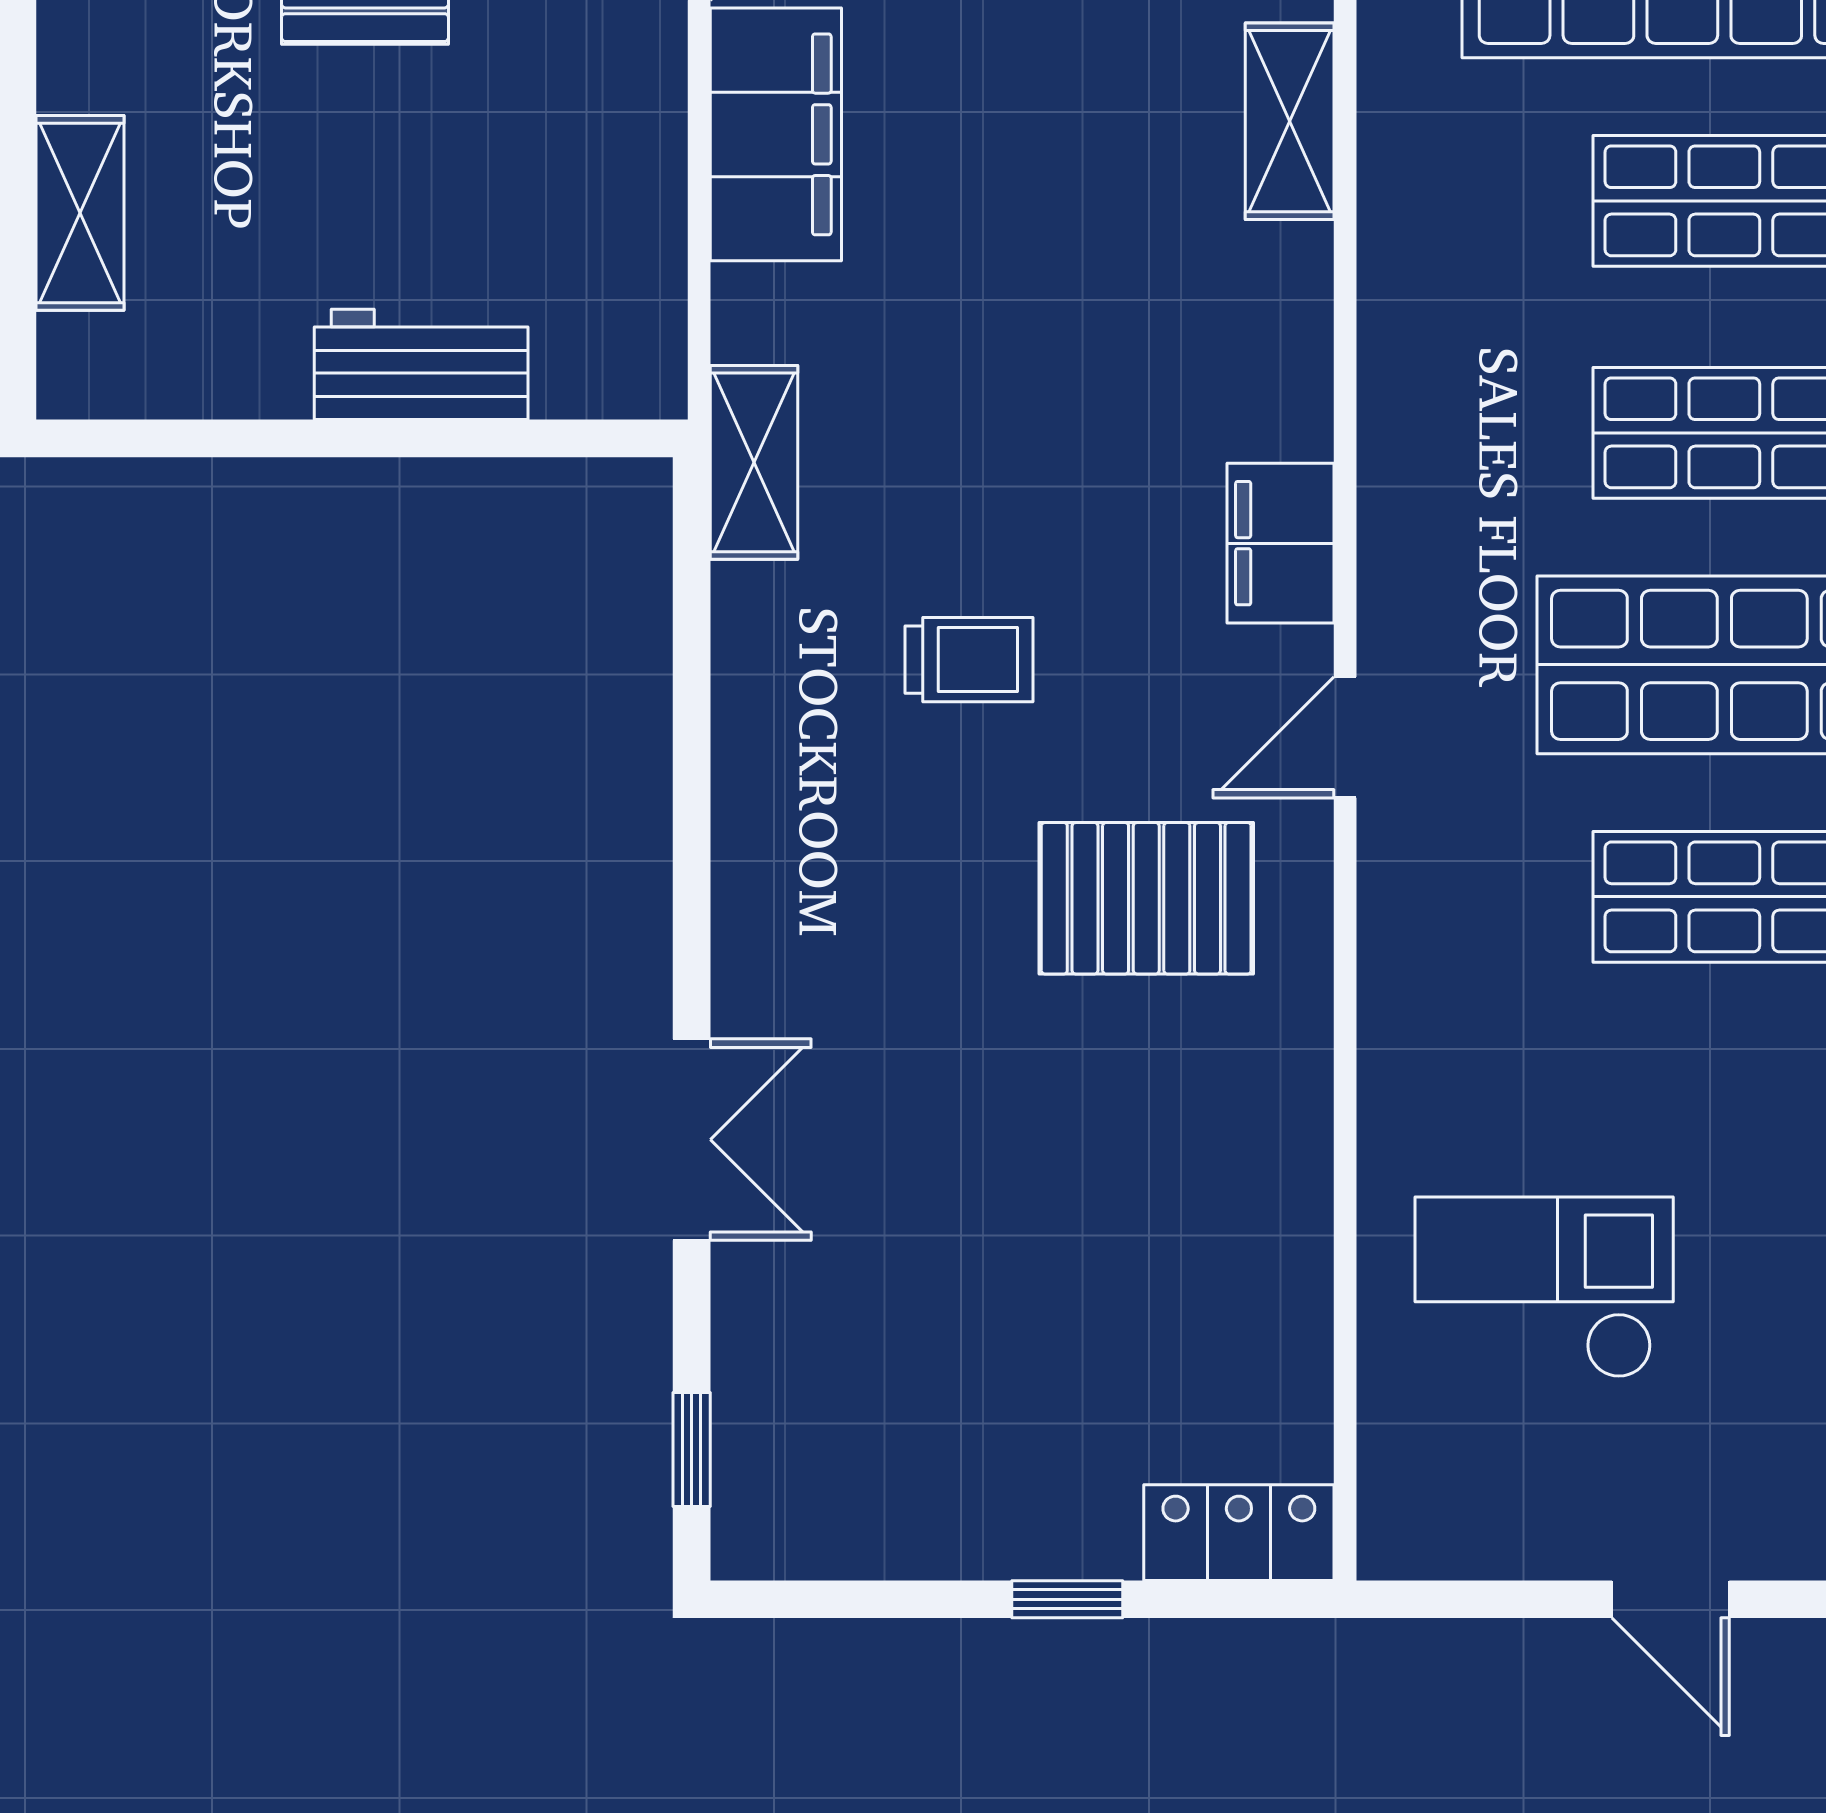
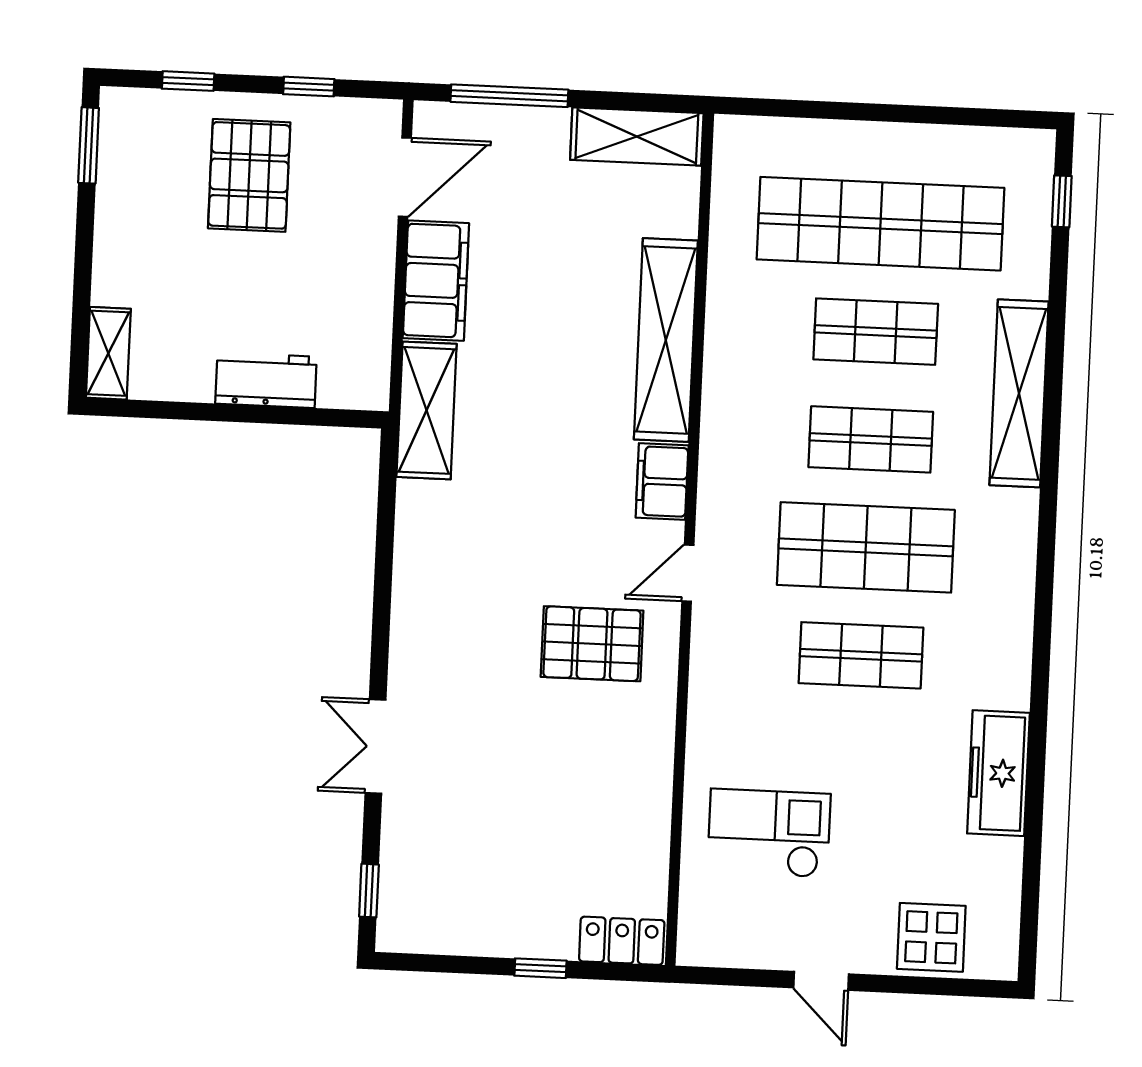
shelving: (1290, 121) -> (666, 340), width x2.20, depth x1.33
shelving: (80, 213) -> (108, 353), moved
shelving: (754, 462) -> (427, 410), width x1.50, depth x1.33
trolley: (969, 660) -> (515, 529), removed
double door: (692, 1140) -> (375, 746), swing flipped

